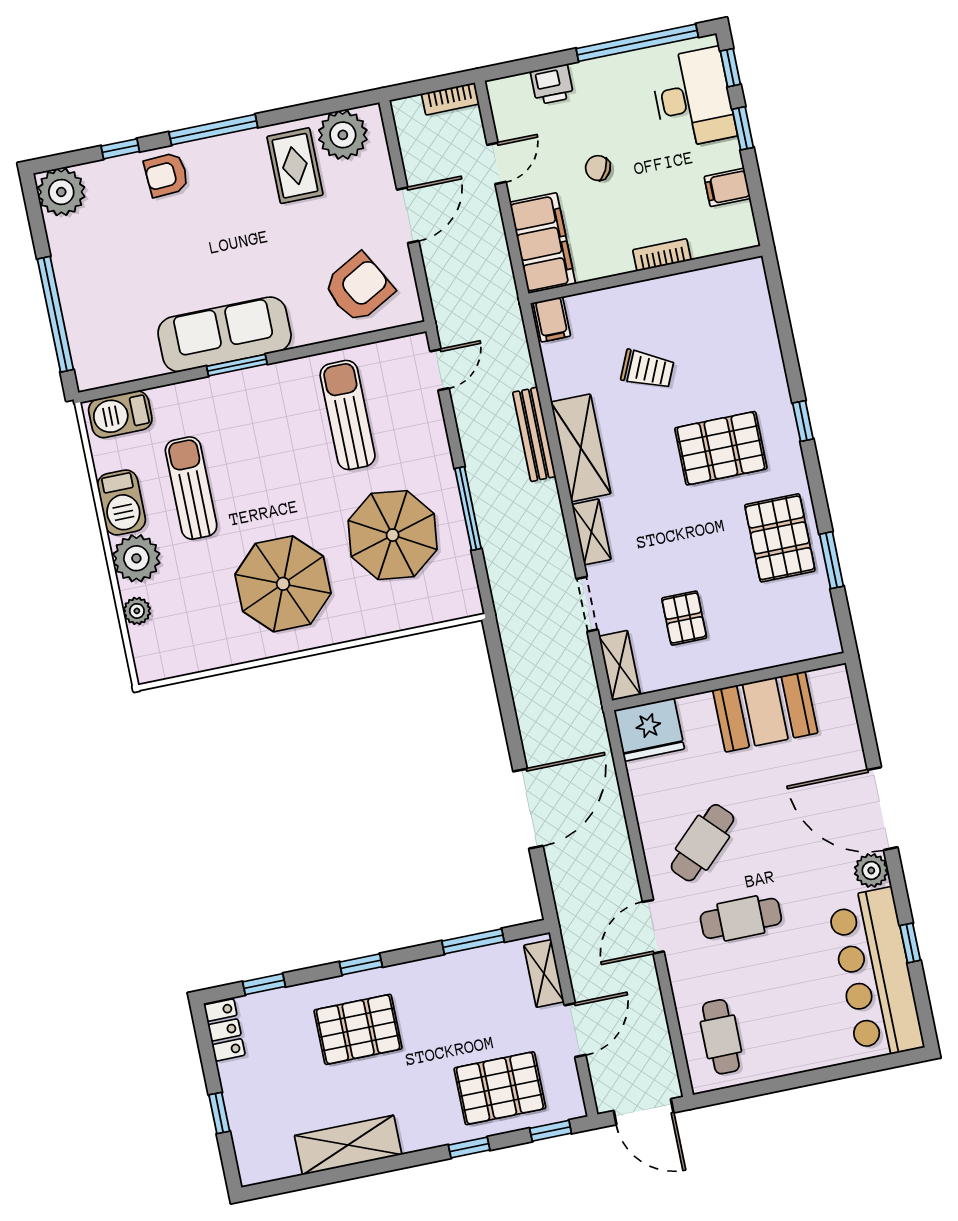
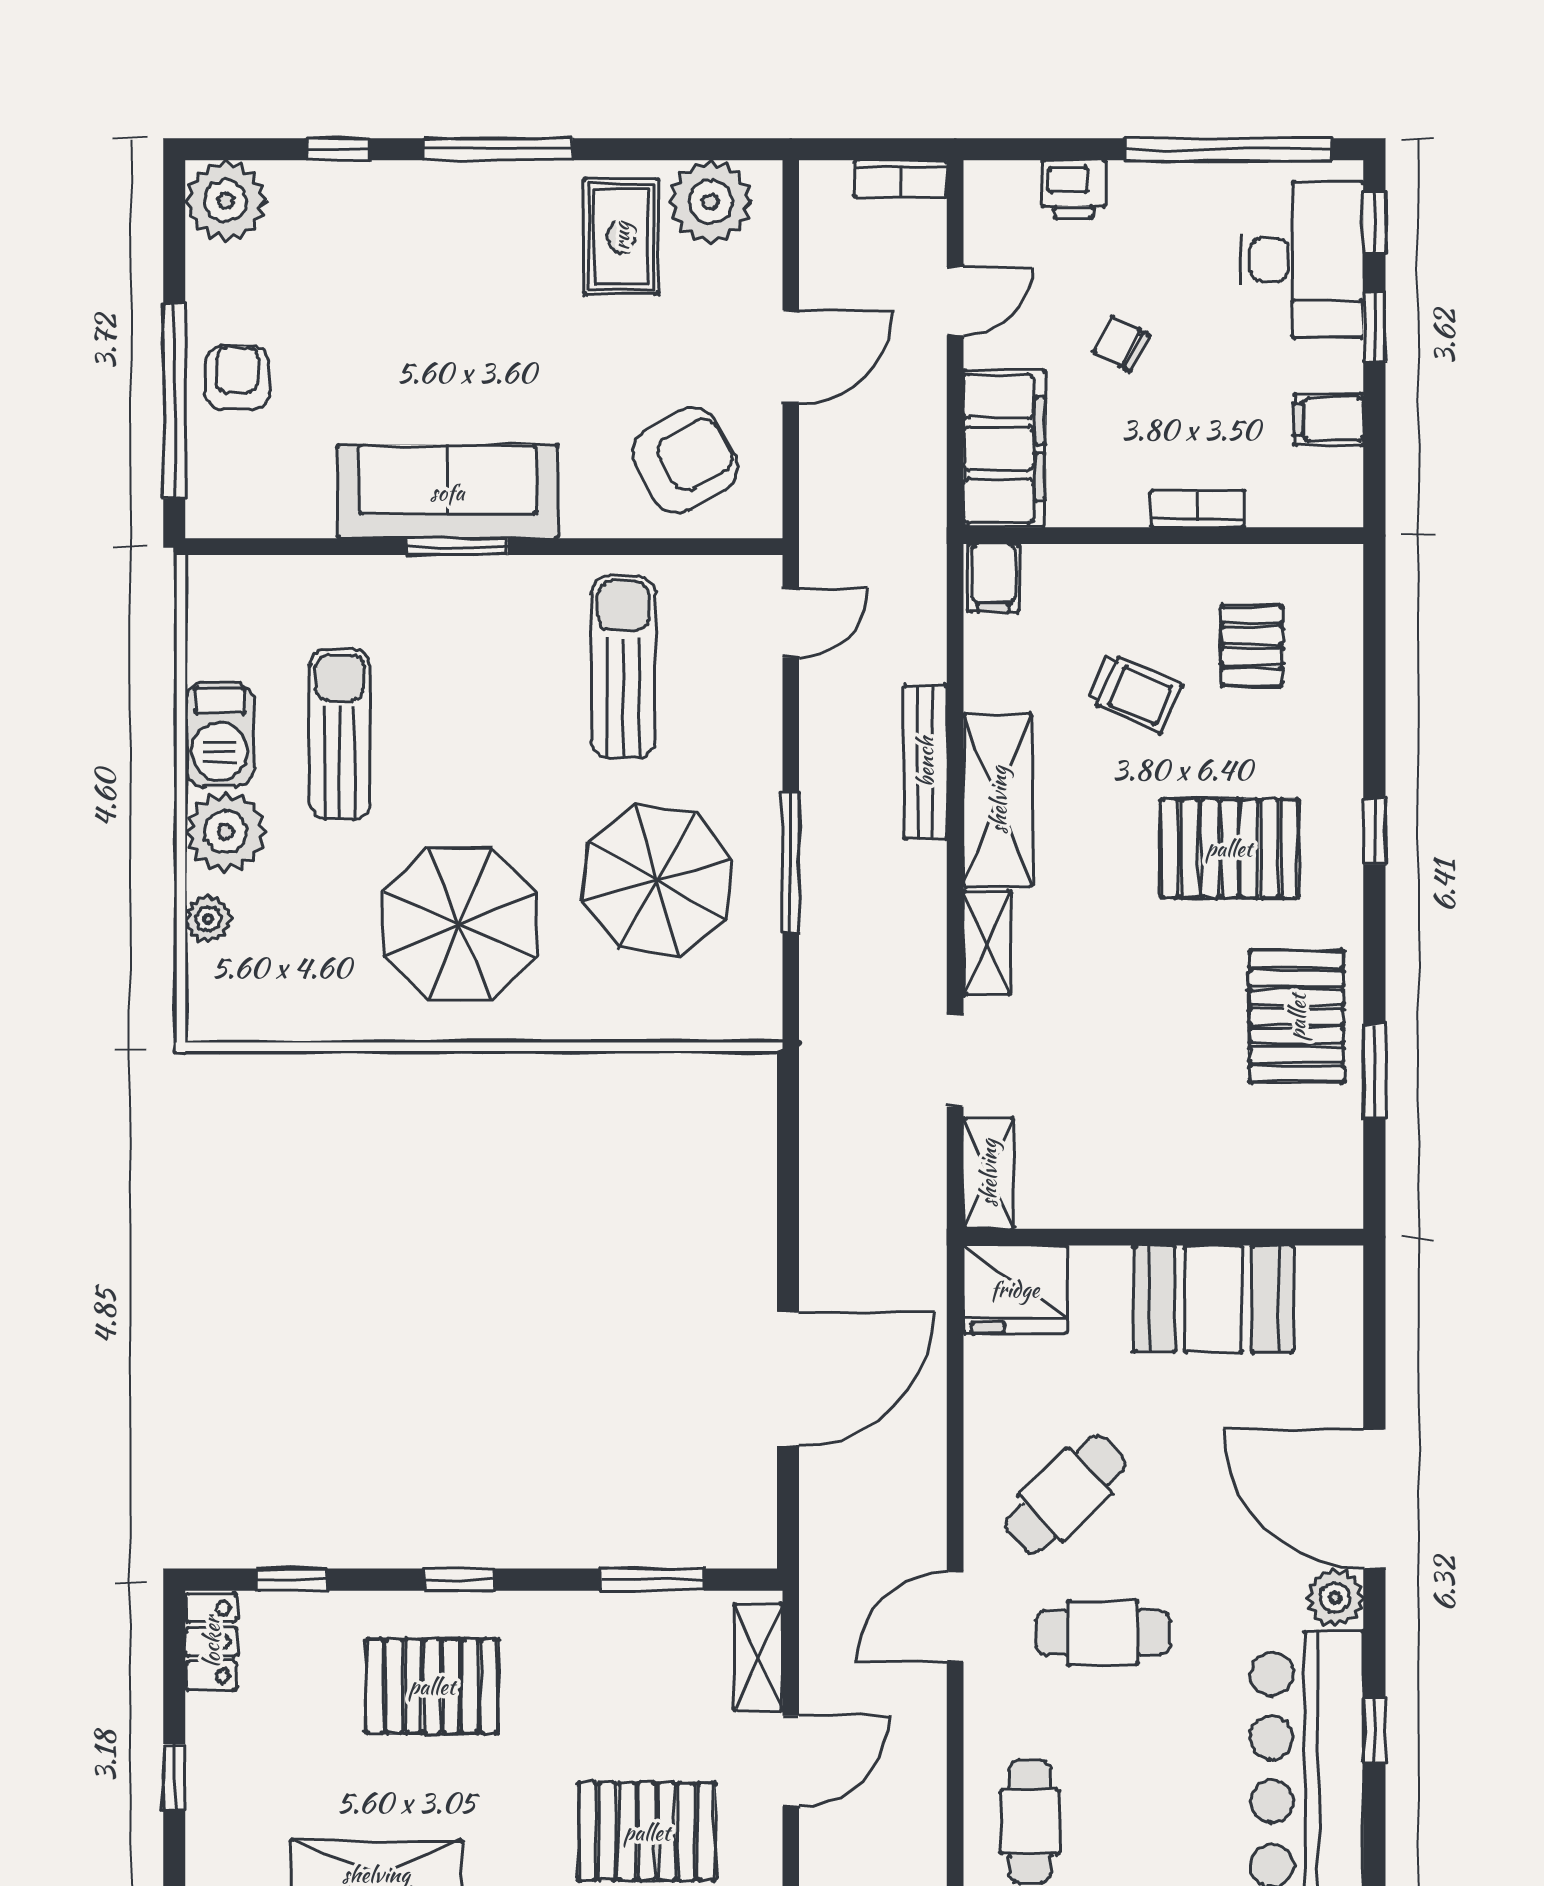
armchair: (166, 175) -> (237, 378), moved, turned 93
barbecue: (120, 414) -> (248, 588), removed
pallet: (684, 618) -> (1252, 646), moved

